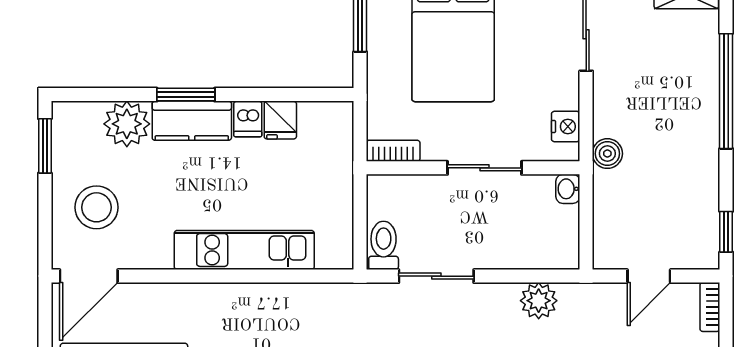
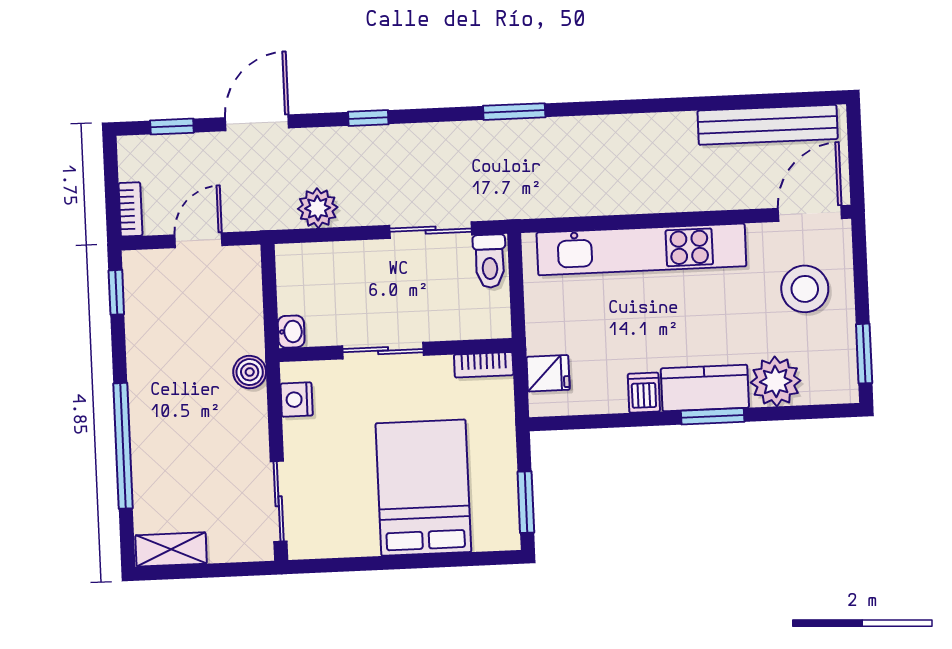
fridge: (280, 120) -> (548, 373), moved, turned 90
kitchen unit: (244, 250) -> (641, 249), width x1.36

